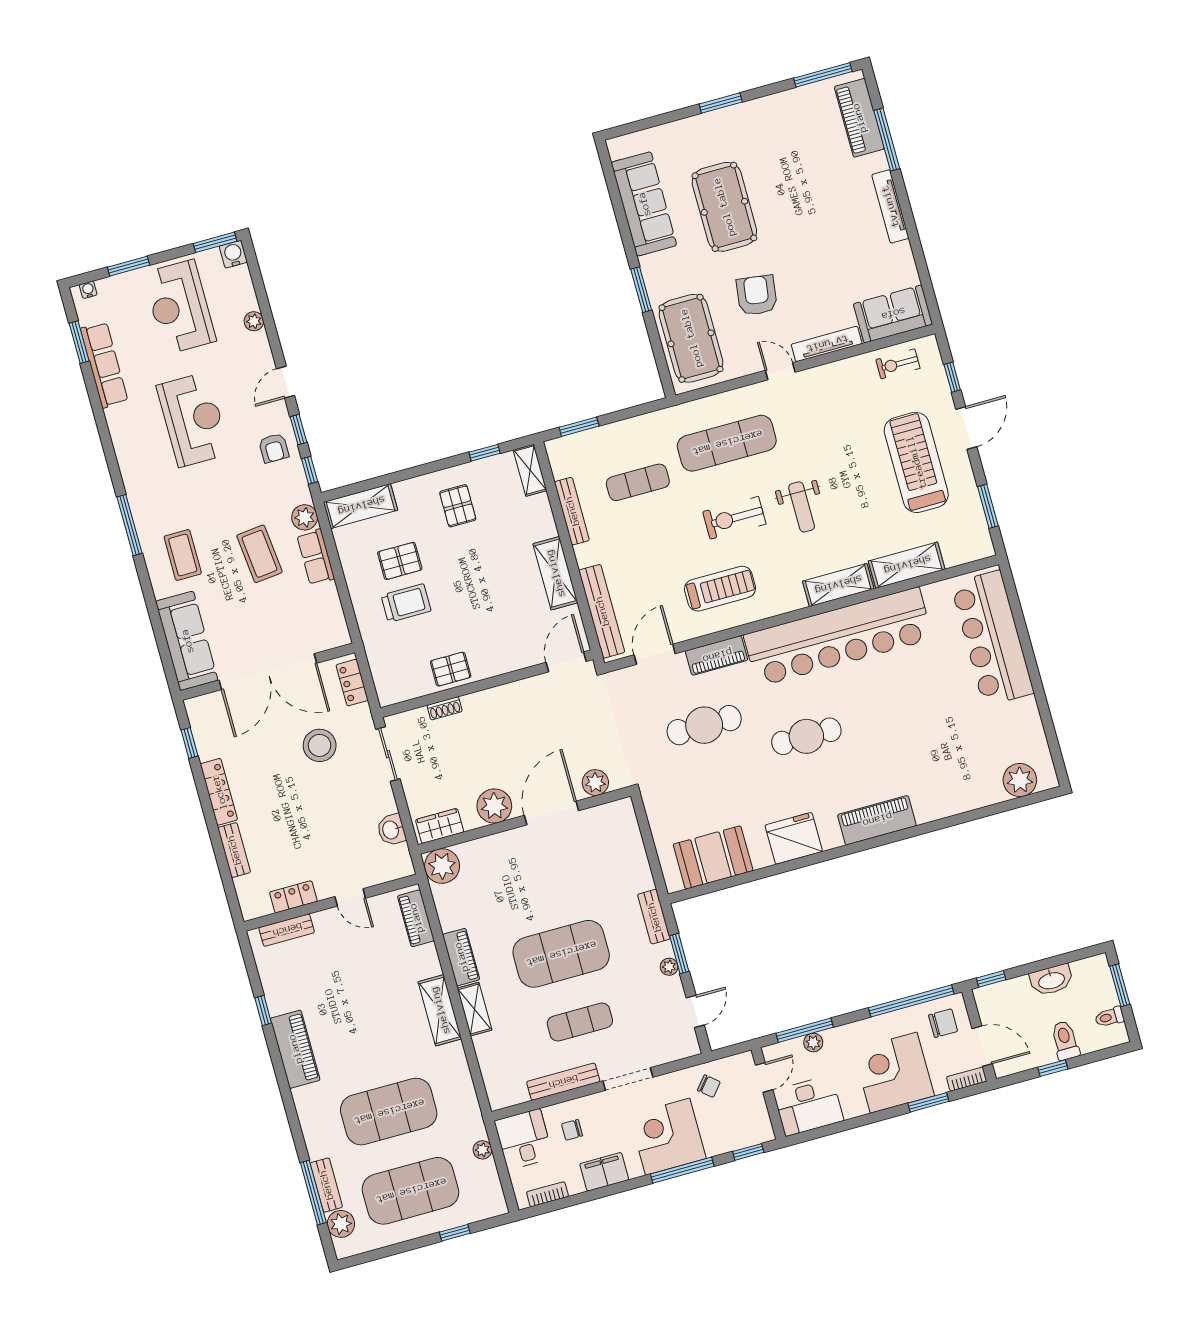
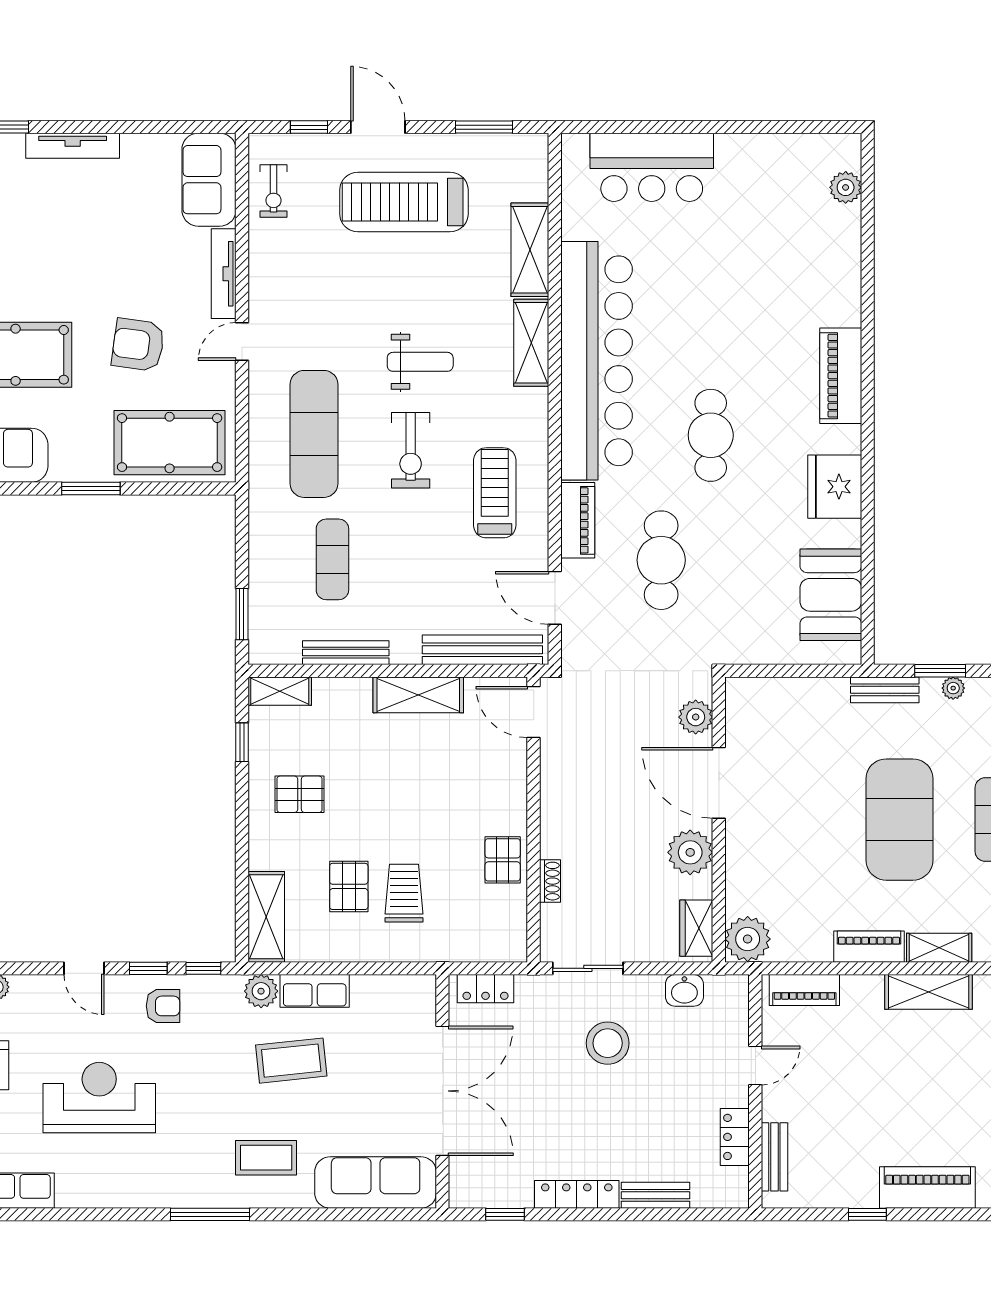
bar counter: (992, 638) -> (652, 167), width x0.73
stool: (320, 745) -> (608, 1043), moved
plant: (1020, 780) -> (846, 187), width x0.73, depth x0.73

